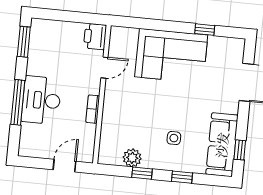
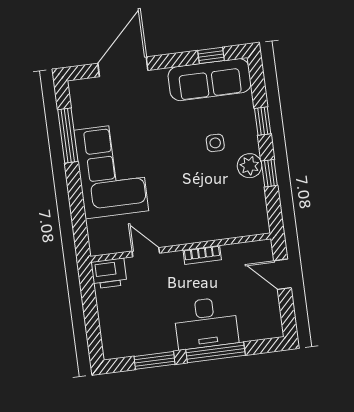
window: (205, 30) -> (68, 136), width x2.17
window: (24, 42) -> (154, 360), moved
plant: (132, 158) -> (250, 166), moved

